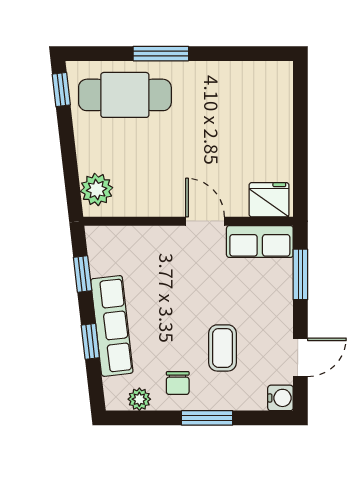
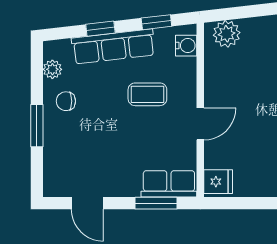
fridge: (269, 200) -> (218, 182), width x0.72
row of seats: (260, 242) -> (169, 184), moved, turned 90
coffee table: (223, 348) -> (147, 94), moved
water cooler: (280, 398) -> (186, 46), moved, turned -90

